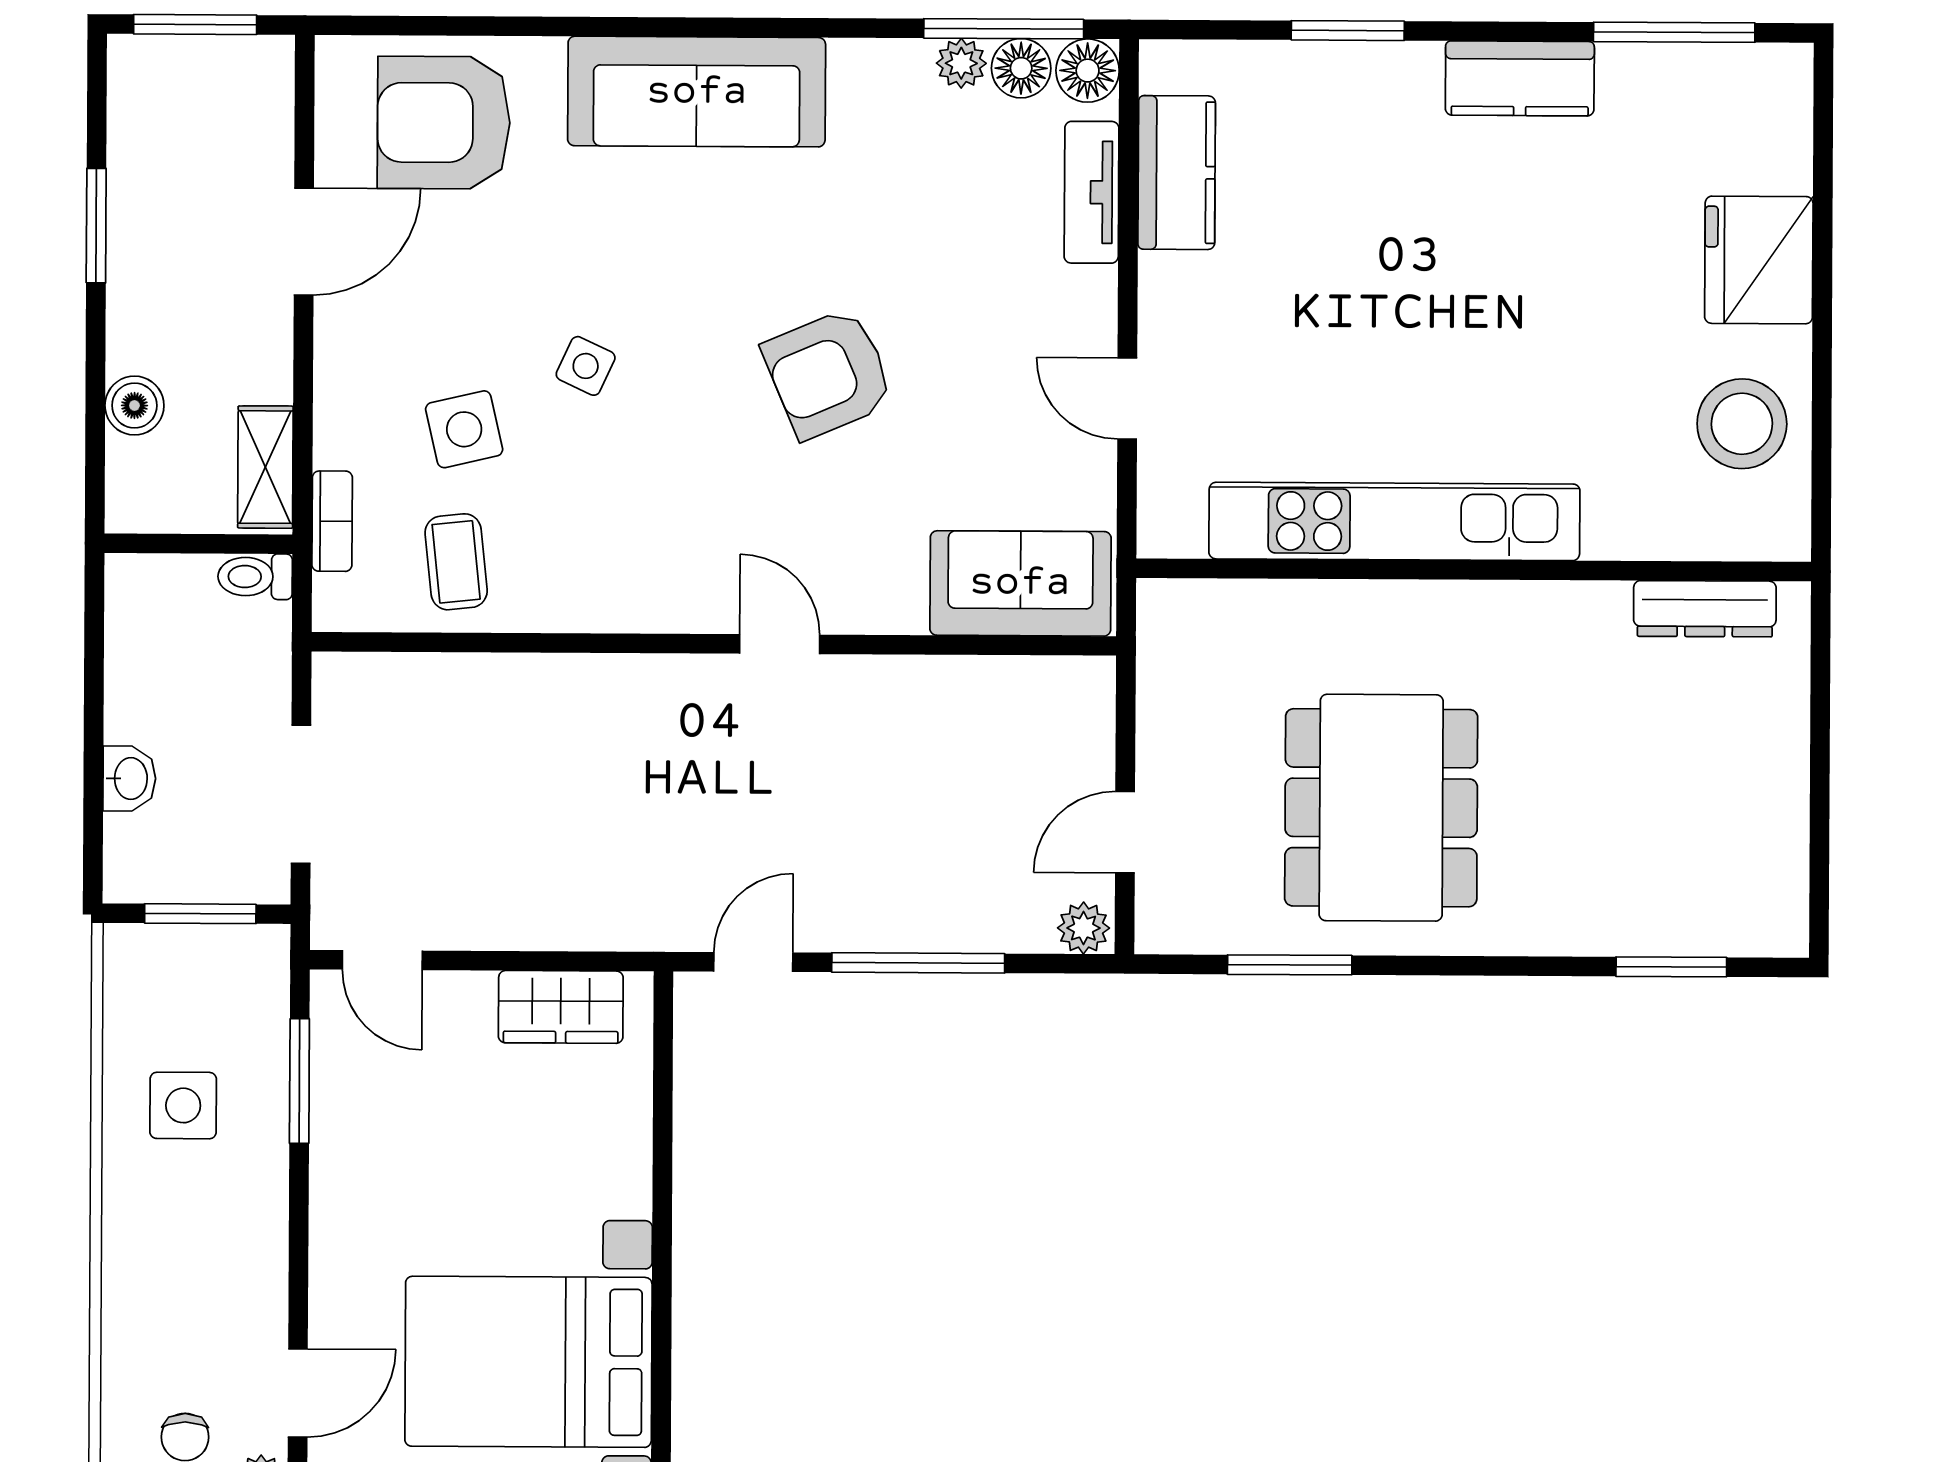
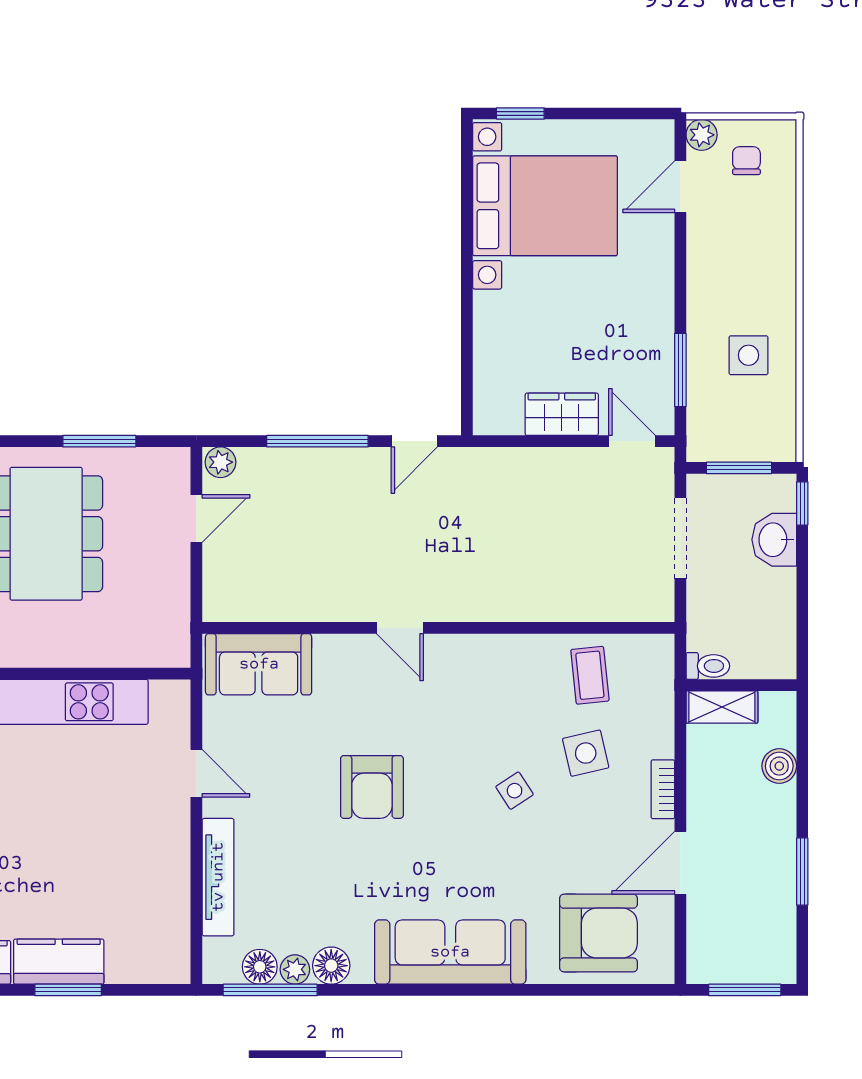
floor lamp: (1088, 71) -> (331, 966), moved
kitchen counter: (1177, 173) -> (59, 962), moved, turned 90
tv unit: (1092, 192) -> (218, 877), width x1.41
side table: (586, 366) -> (515, 791), turned 32
armchair: (828, 373) -> (372, 787), turned 113
shelving: (265, 467) -> (722, 707), moved, turned 90
bookcase: (332, 521) -> (663, 789), moved
washbasin: (129, 779) -> (774, 540), width x1.38, depth x1.45
window: (93, 853) -> (802, 503), added
wardrobe: (561, 1007) -> (562, 414), moved

